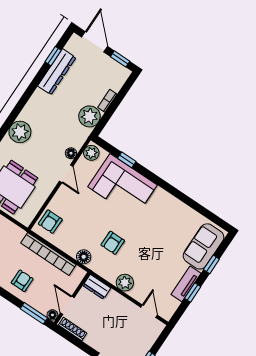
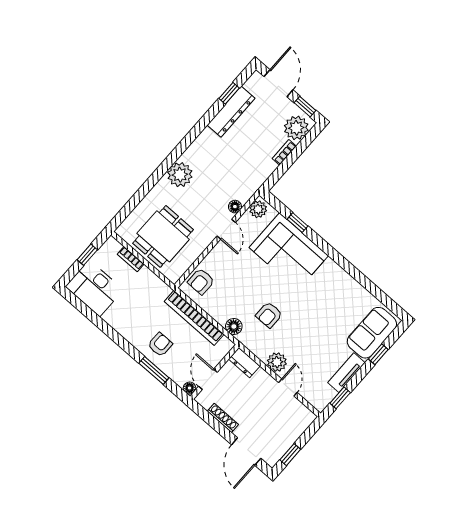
plant: (89, 116) -> (296, 128), moved
window: (193, 293) -> (340, 398), moved
door: (149, 311) -> (288, 387), moved
window: (34, 313) -> (154, 371), moved
shoe rack: (73, 329) -> (223, 418), moved

